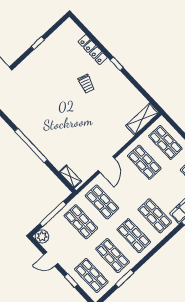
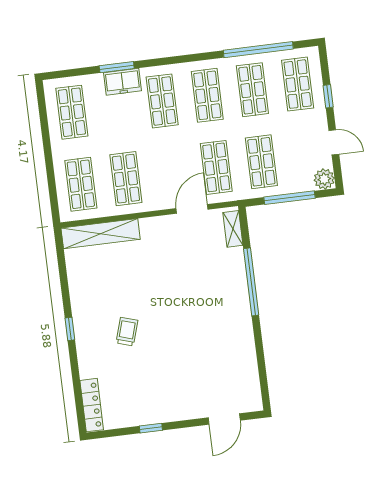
locker: (93, 50) -> (92, 405), moved
shelving: (142, 119) -> (101, 234), width x1.47
window: (31, 146) -> (251, 282), moved
door: (106, 164) -> (192, 209), moved
window: (125, 278) -> (258, 50), width x2.11

